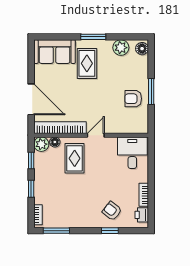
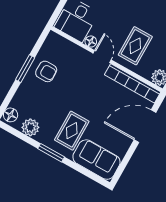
door: (31, 99) -> (145, 126), hinge flipped
door: (96, 135) -> (102, 57), swing flipped
floor lamp: (55, 142) -> (91, 42), moved

